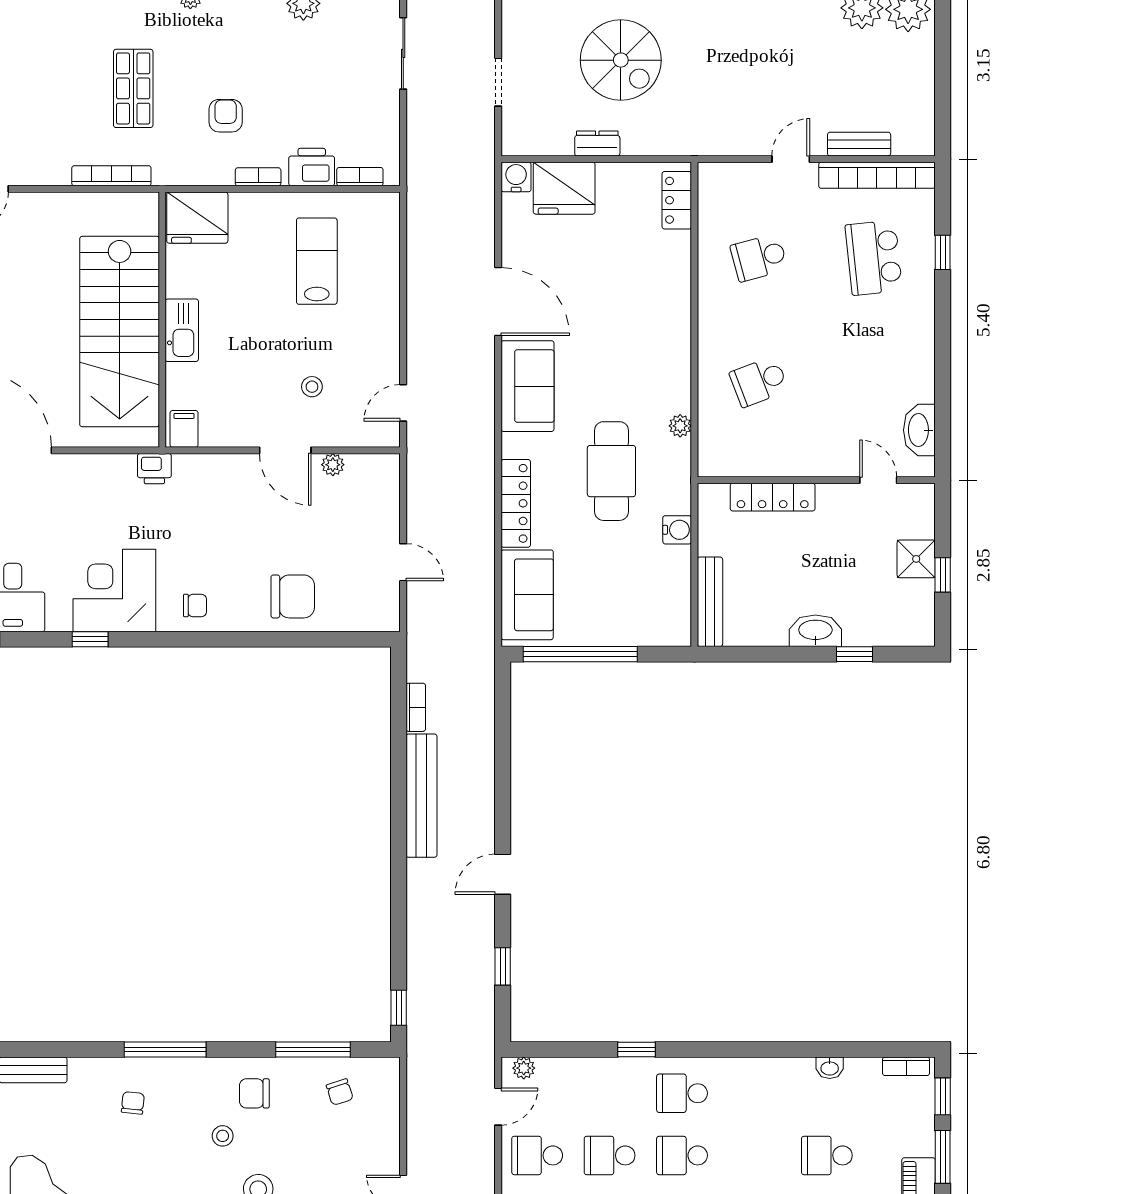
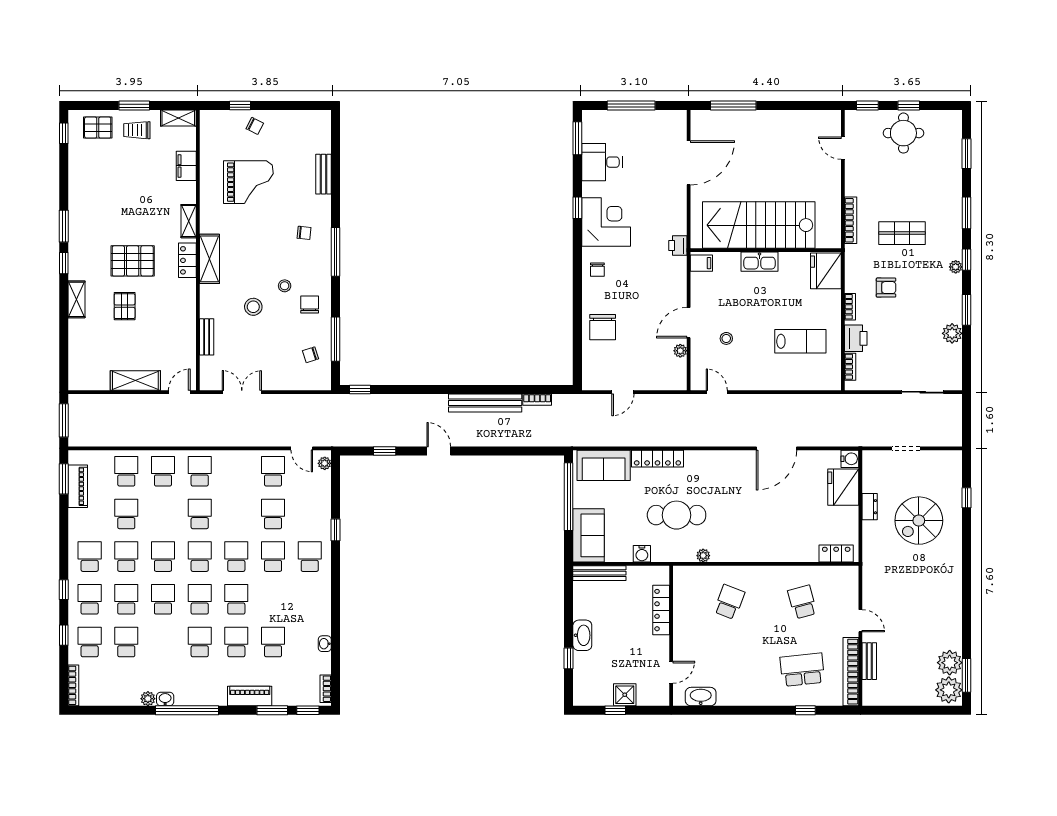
school desk: (759, 382) -> (729, 602), turned 42
sofa: (527, 386) -> (589, 535), moved, turned -90

